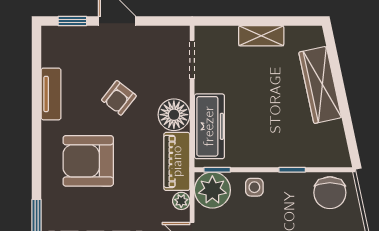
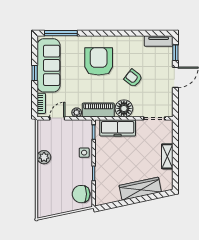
tv unit: (51, 94) -> (159, 41), moved
plant: (212, 190) -> (83, 130), removed

